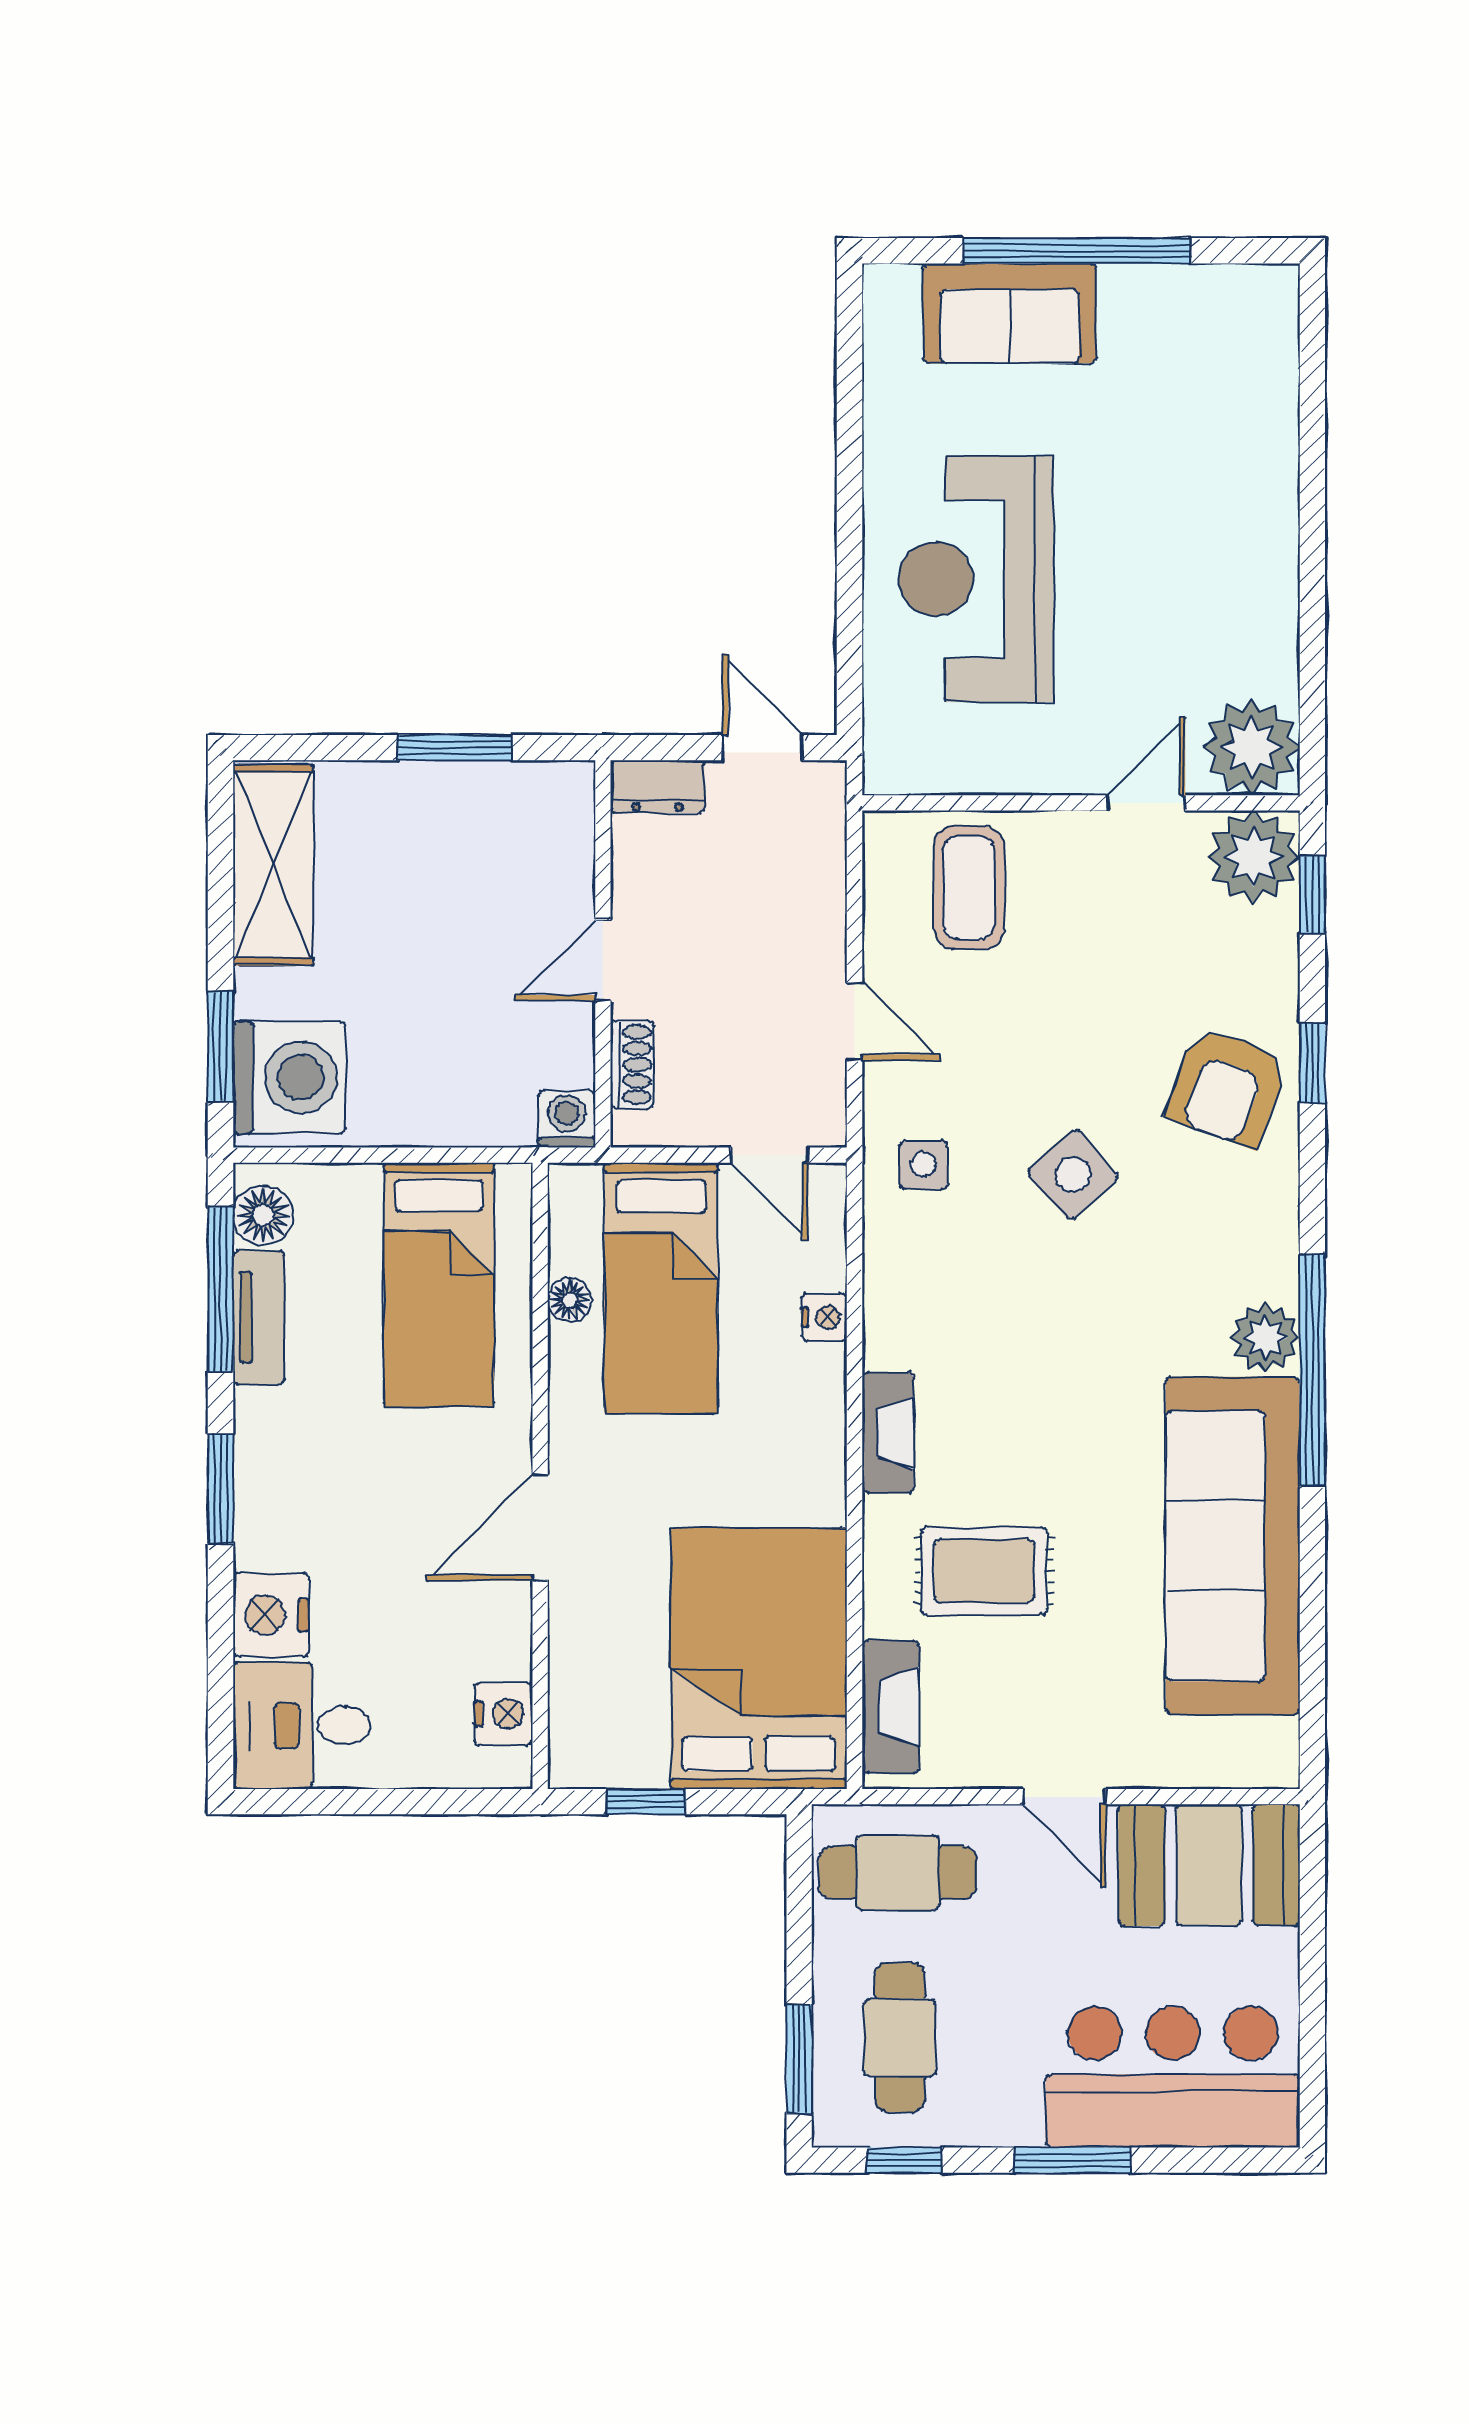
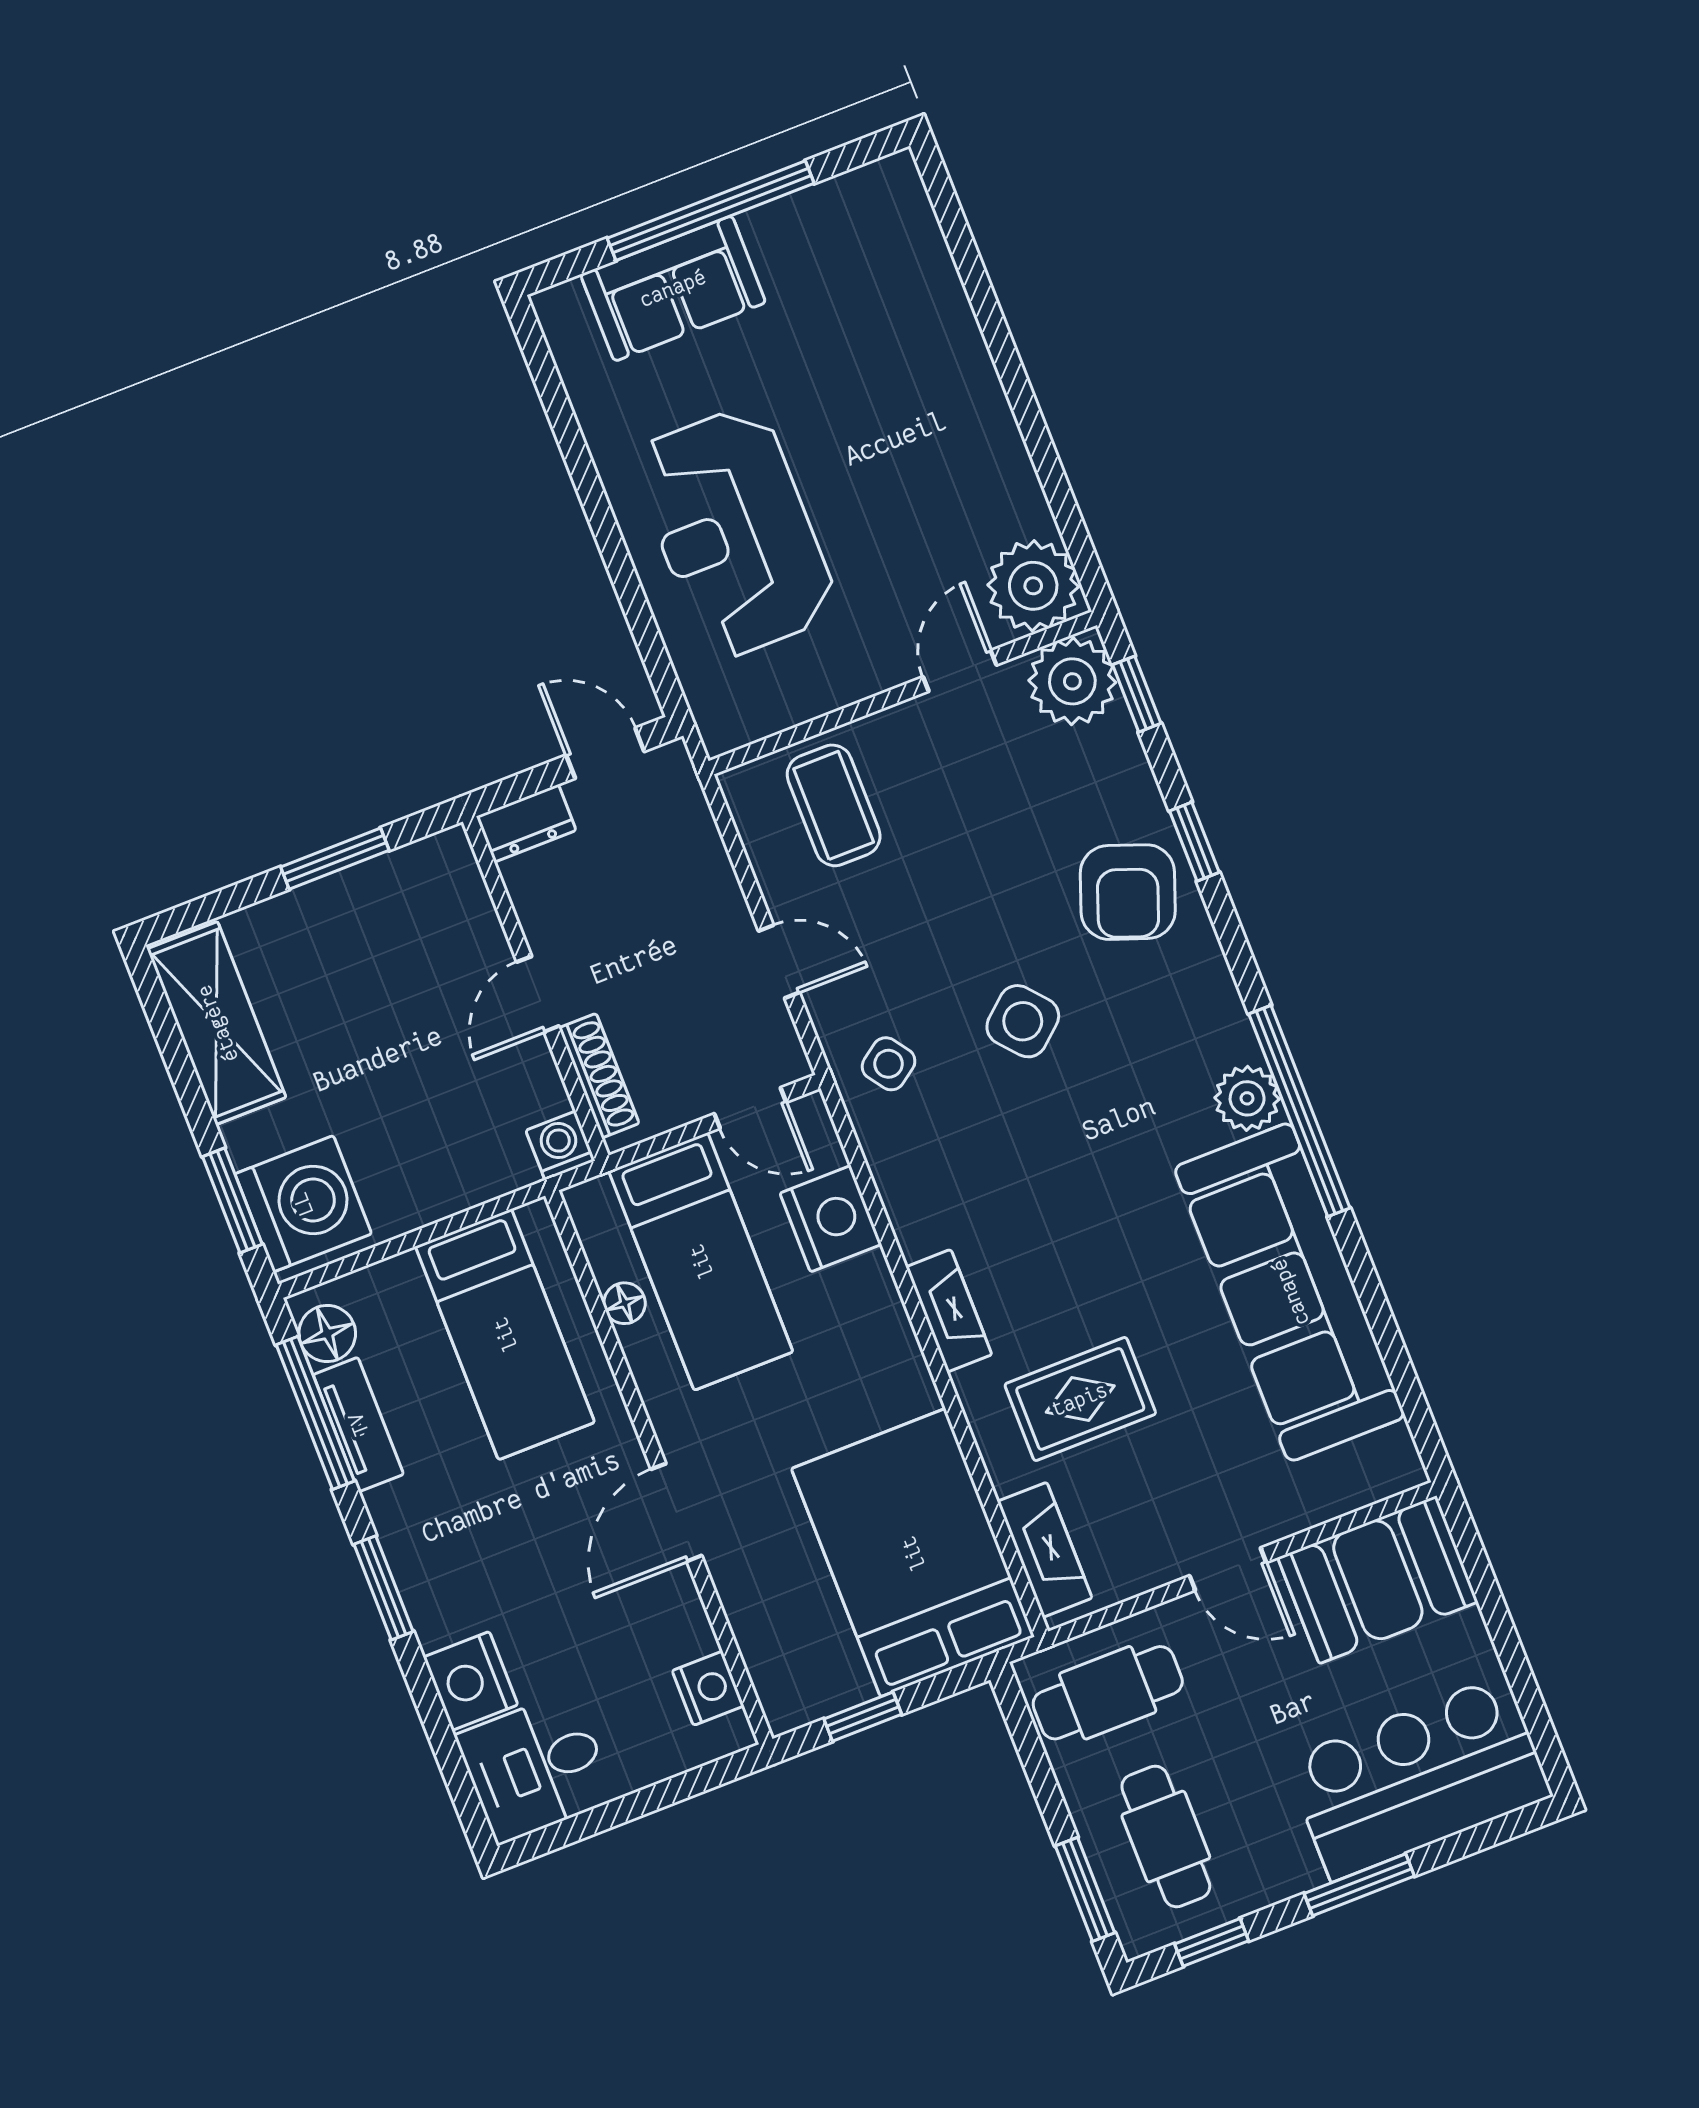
shoe rack: (632, 1065) -> (599, 1076), width x1.43
side table: (923, 1165) -> (889, 1064), turned -36
nightstand: (824, 1317) -> (831, 1219), width x1.89, depth x1.79

